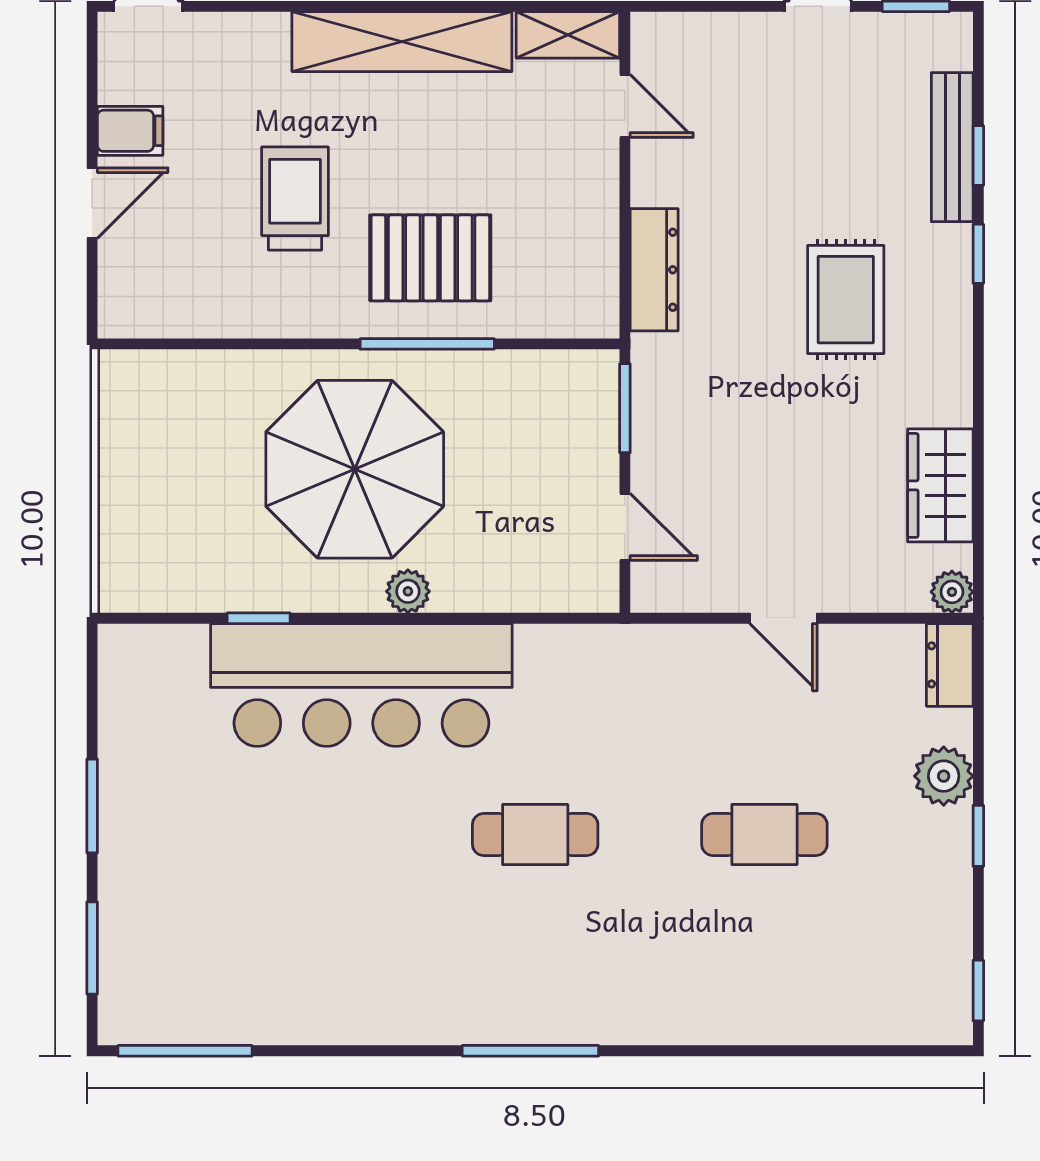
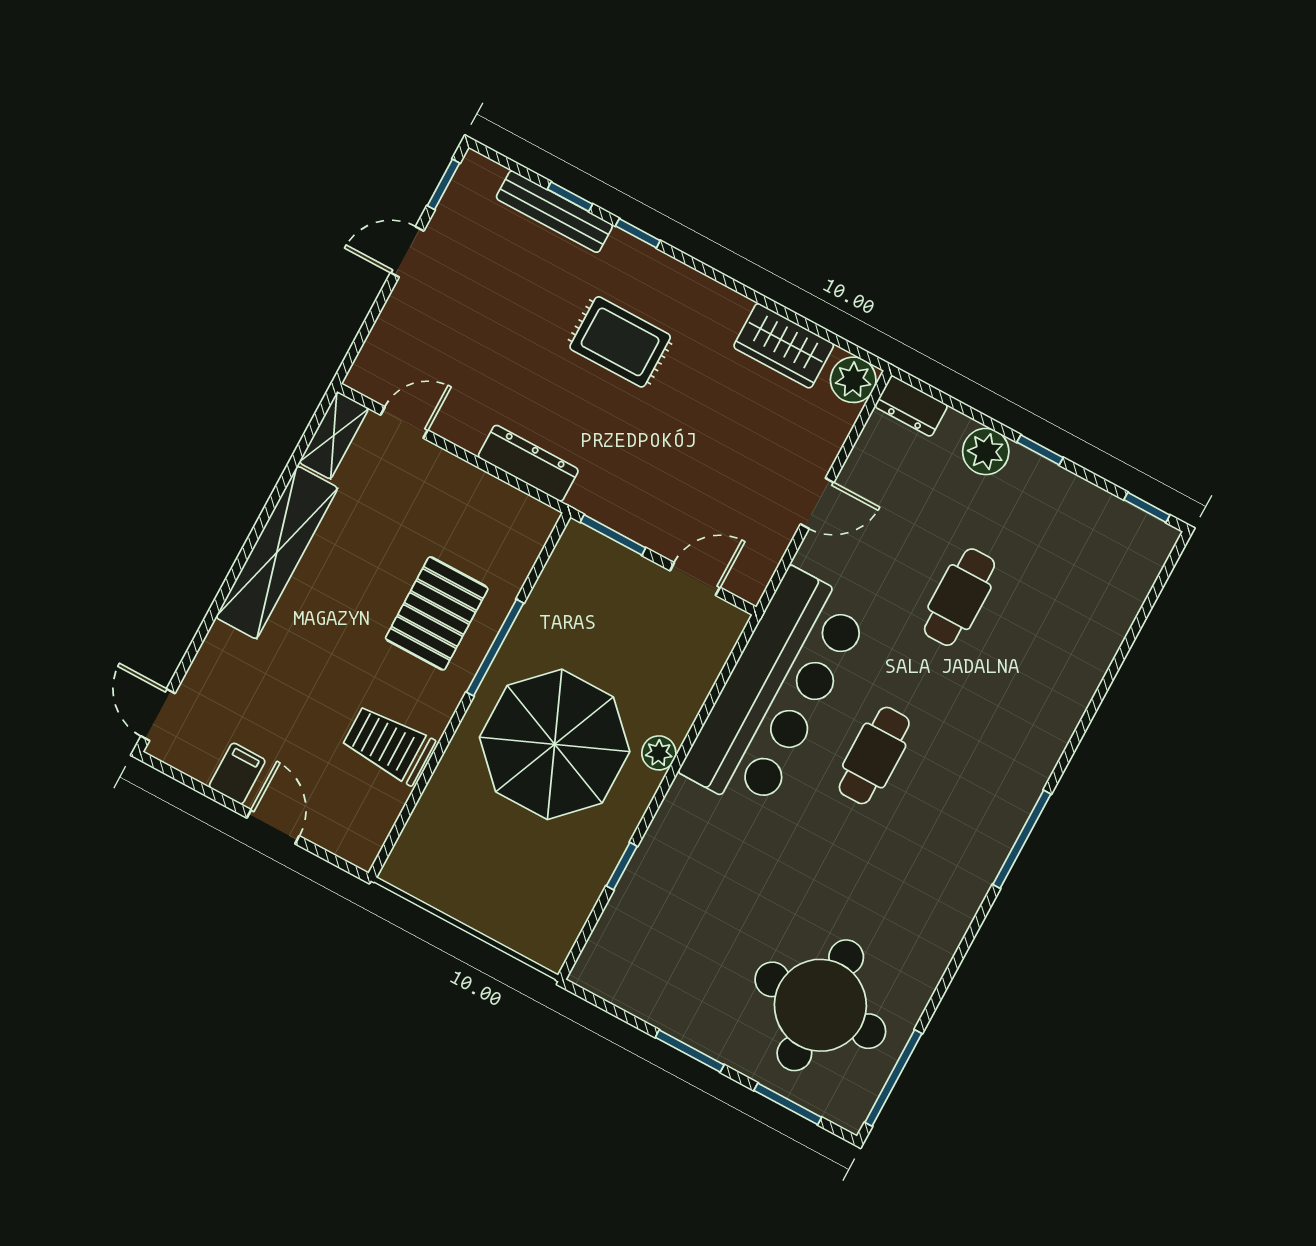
trolley: (295, 198) -> (388, 745), moved
plant: (952, 592) -> (853, 380), width x1.38, depth x1.38
bar counter: (361, 685) -> (776, 691), moved
round table: (222, 925) -> (820, 1005), added

